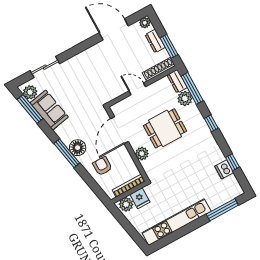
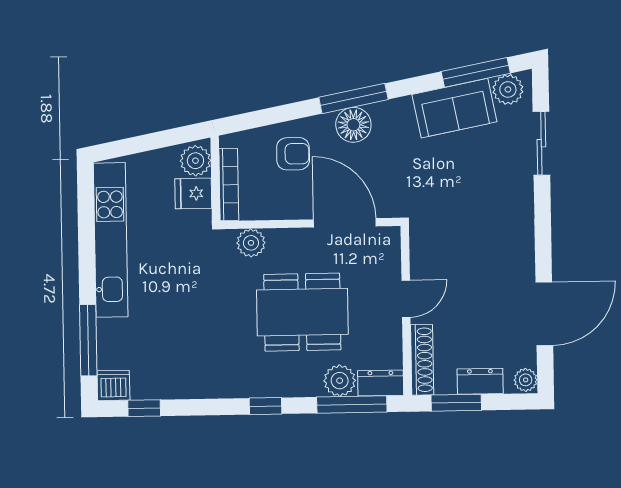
dining table: (165, 128) -> (302, 312), width x1.38
plant: (142, 154) -> (251, 243), moved
window: (232, 162) -> (144, 408), moved
dishwasher: (224, 169) -> (113, 385), moved

